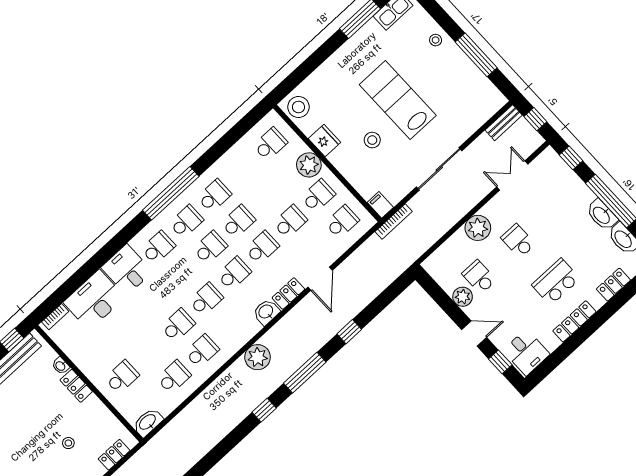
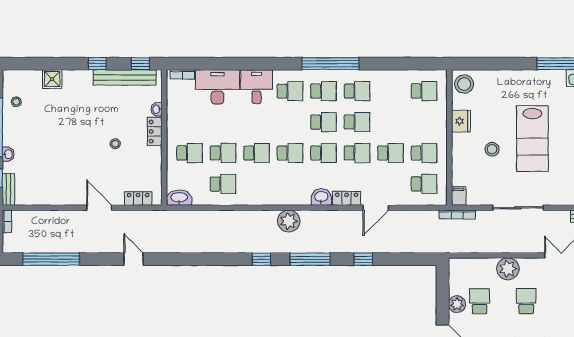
lab bench: (398, 100) -> (532, 139), turned 180
plant: (309, 165) -> (436, 128), removed
school desk: (202, 351) -> (223, 153), moved
stool: (68, 443) -> (115, 144), moved

